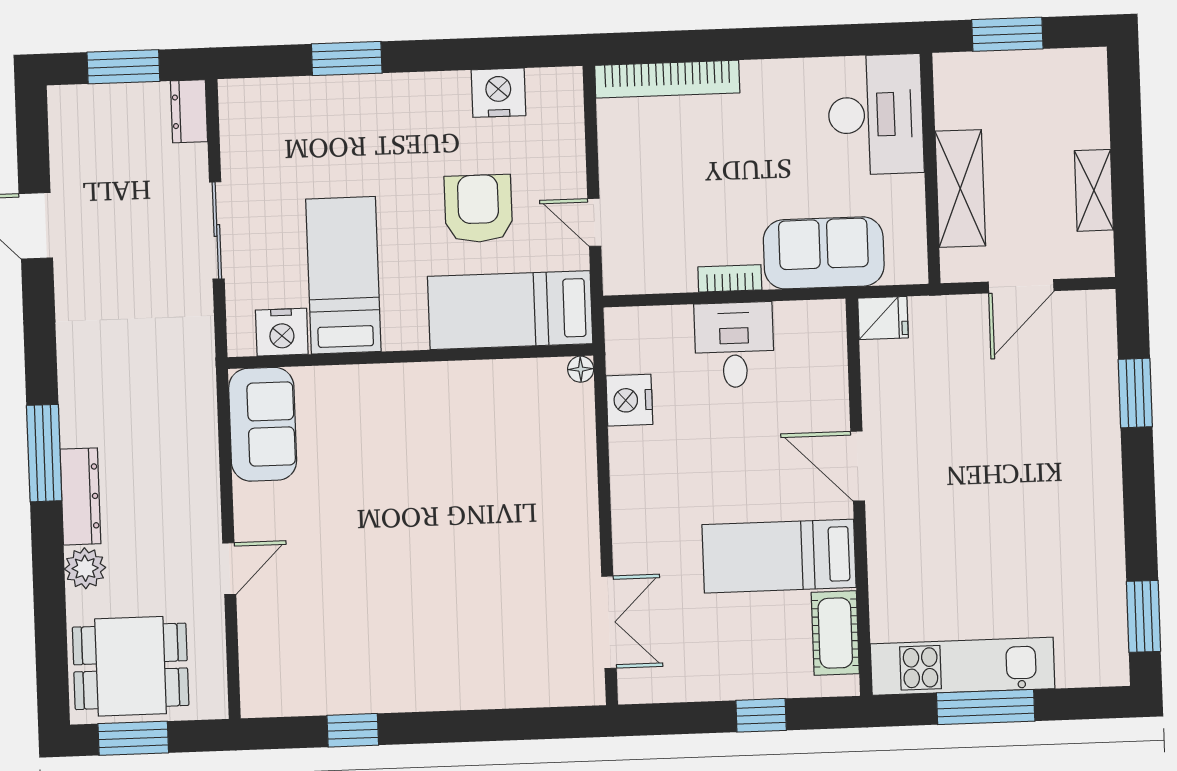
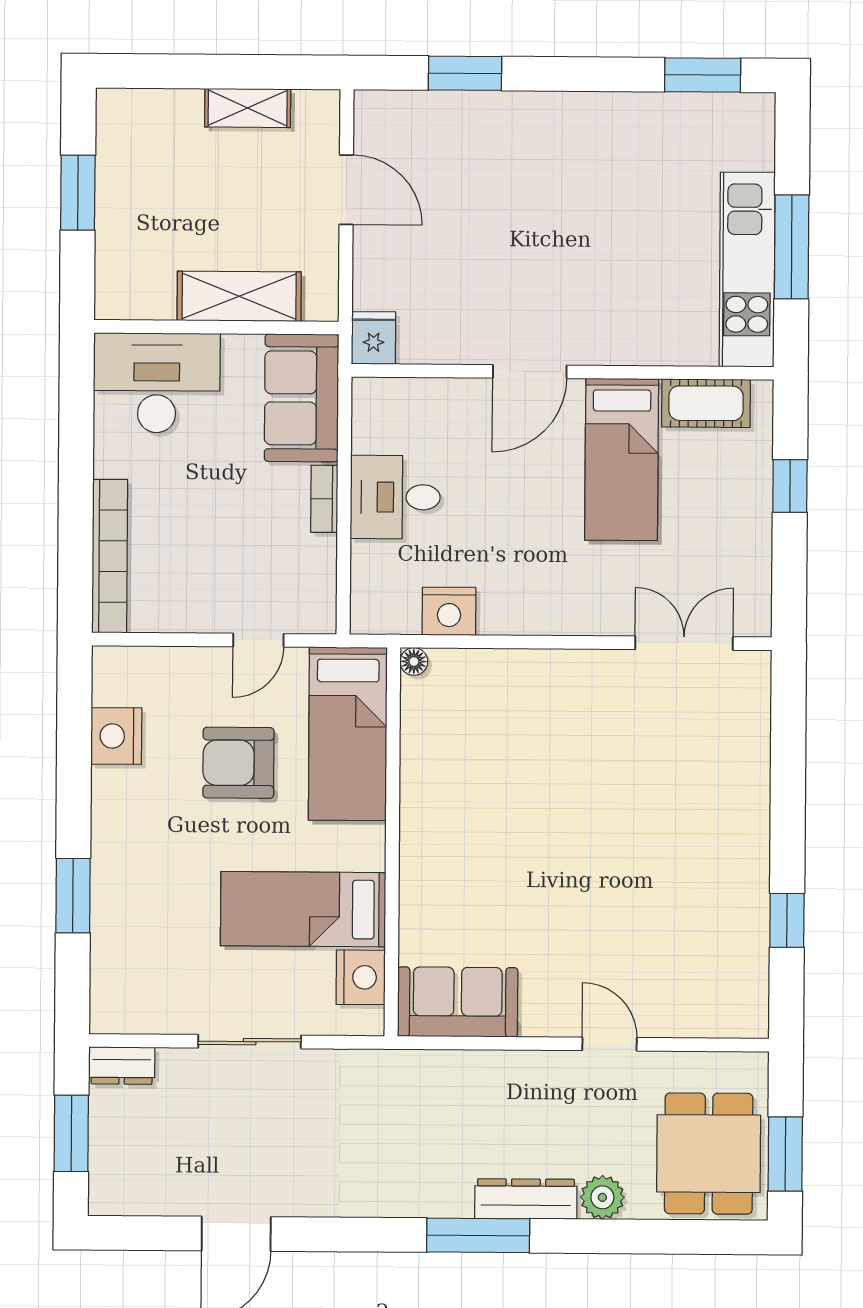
desk: (876, 115) -> (157, 383), moved
wall: (930, 168) -> (216, 327), moved
shelving: (960, 188) -> (239, 296), moved

